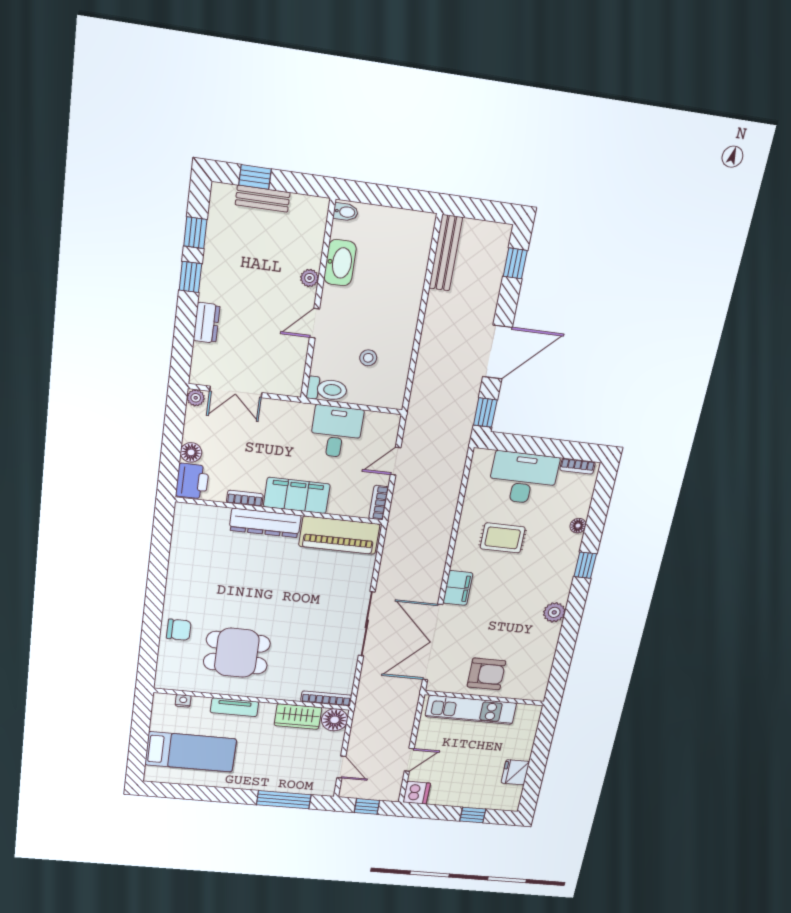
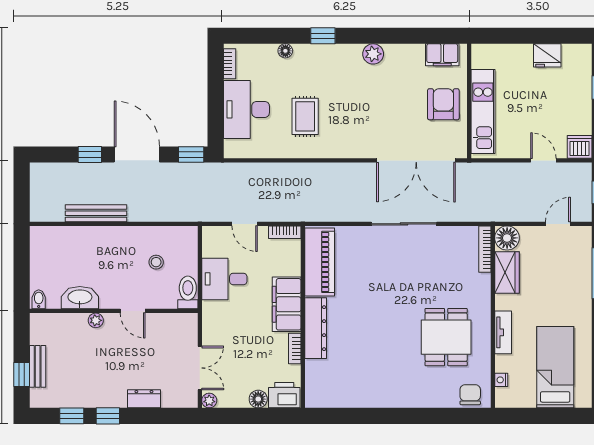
bench: (446, 253) -> (96, 213), moved
window: (515, 263) -> (90, 155), moved
filing cabinet: (458, 588) -> (442, 55), moved, turned 180
chair: (179, 630) -> (470, 395), moved

